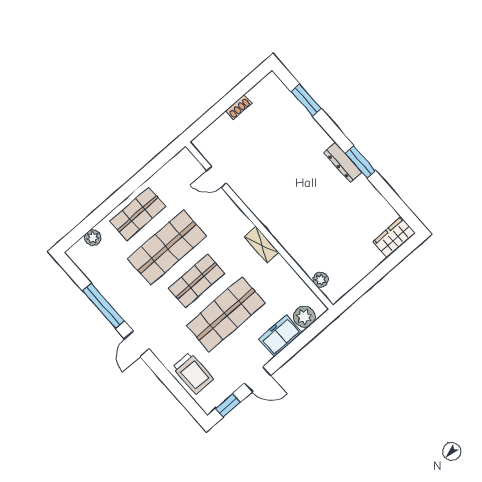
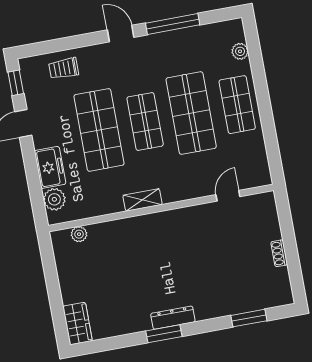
trolley: (193, 373) -> (64, 68), width x0.73, depth x0.72

